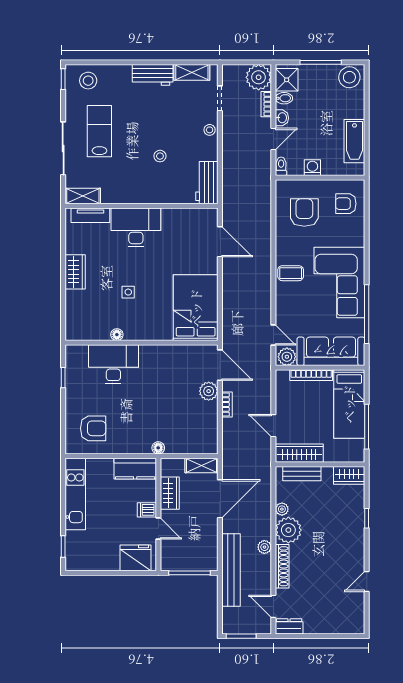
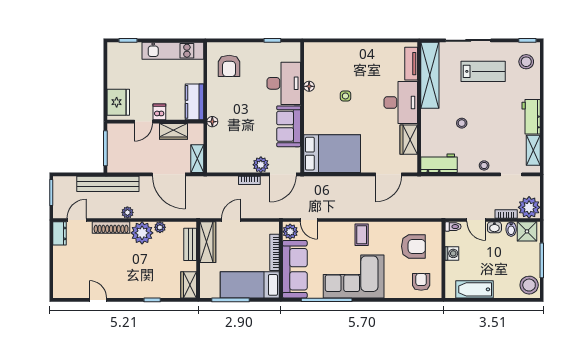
shelving: (83, 196) -> (430, 75), width x2.20, depth x1.33
wardrobe: (75, 272) -> (409, 140), moved, turned 90
door: (273, 335) -> (309, 220), hinge flipped
sofa: (164, 359) -> (289, 126), added

